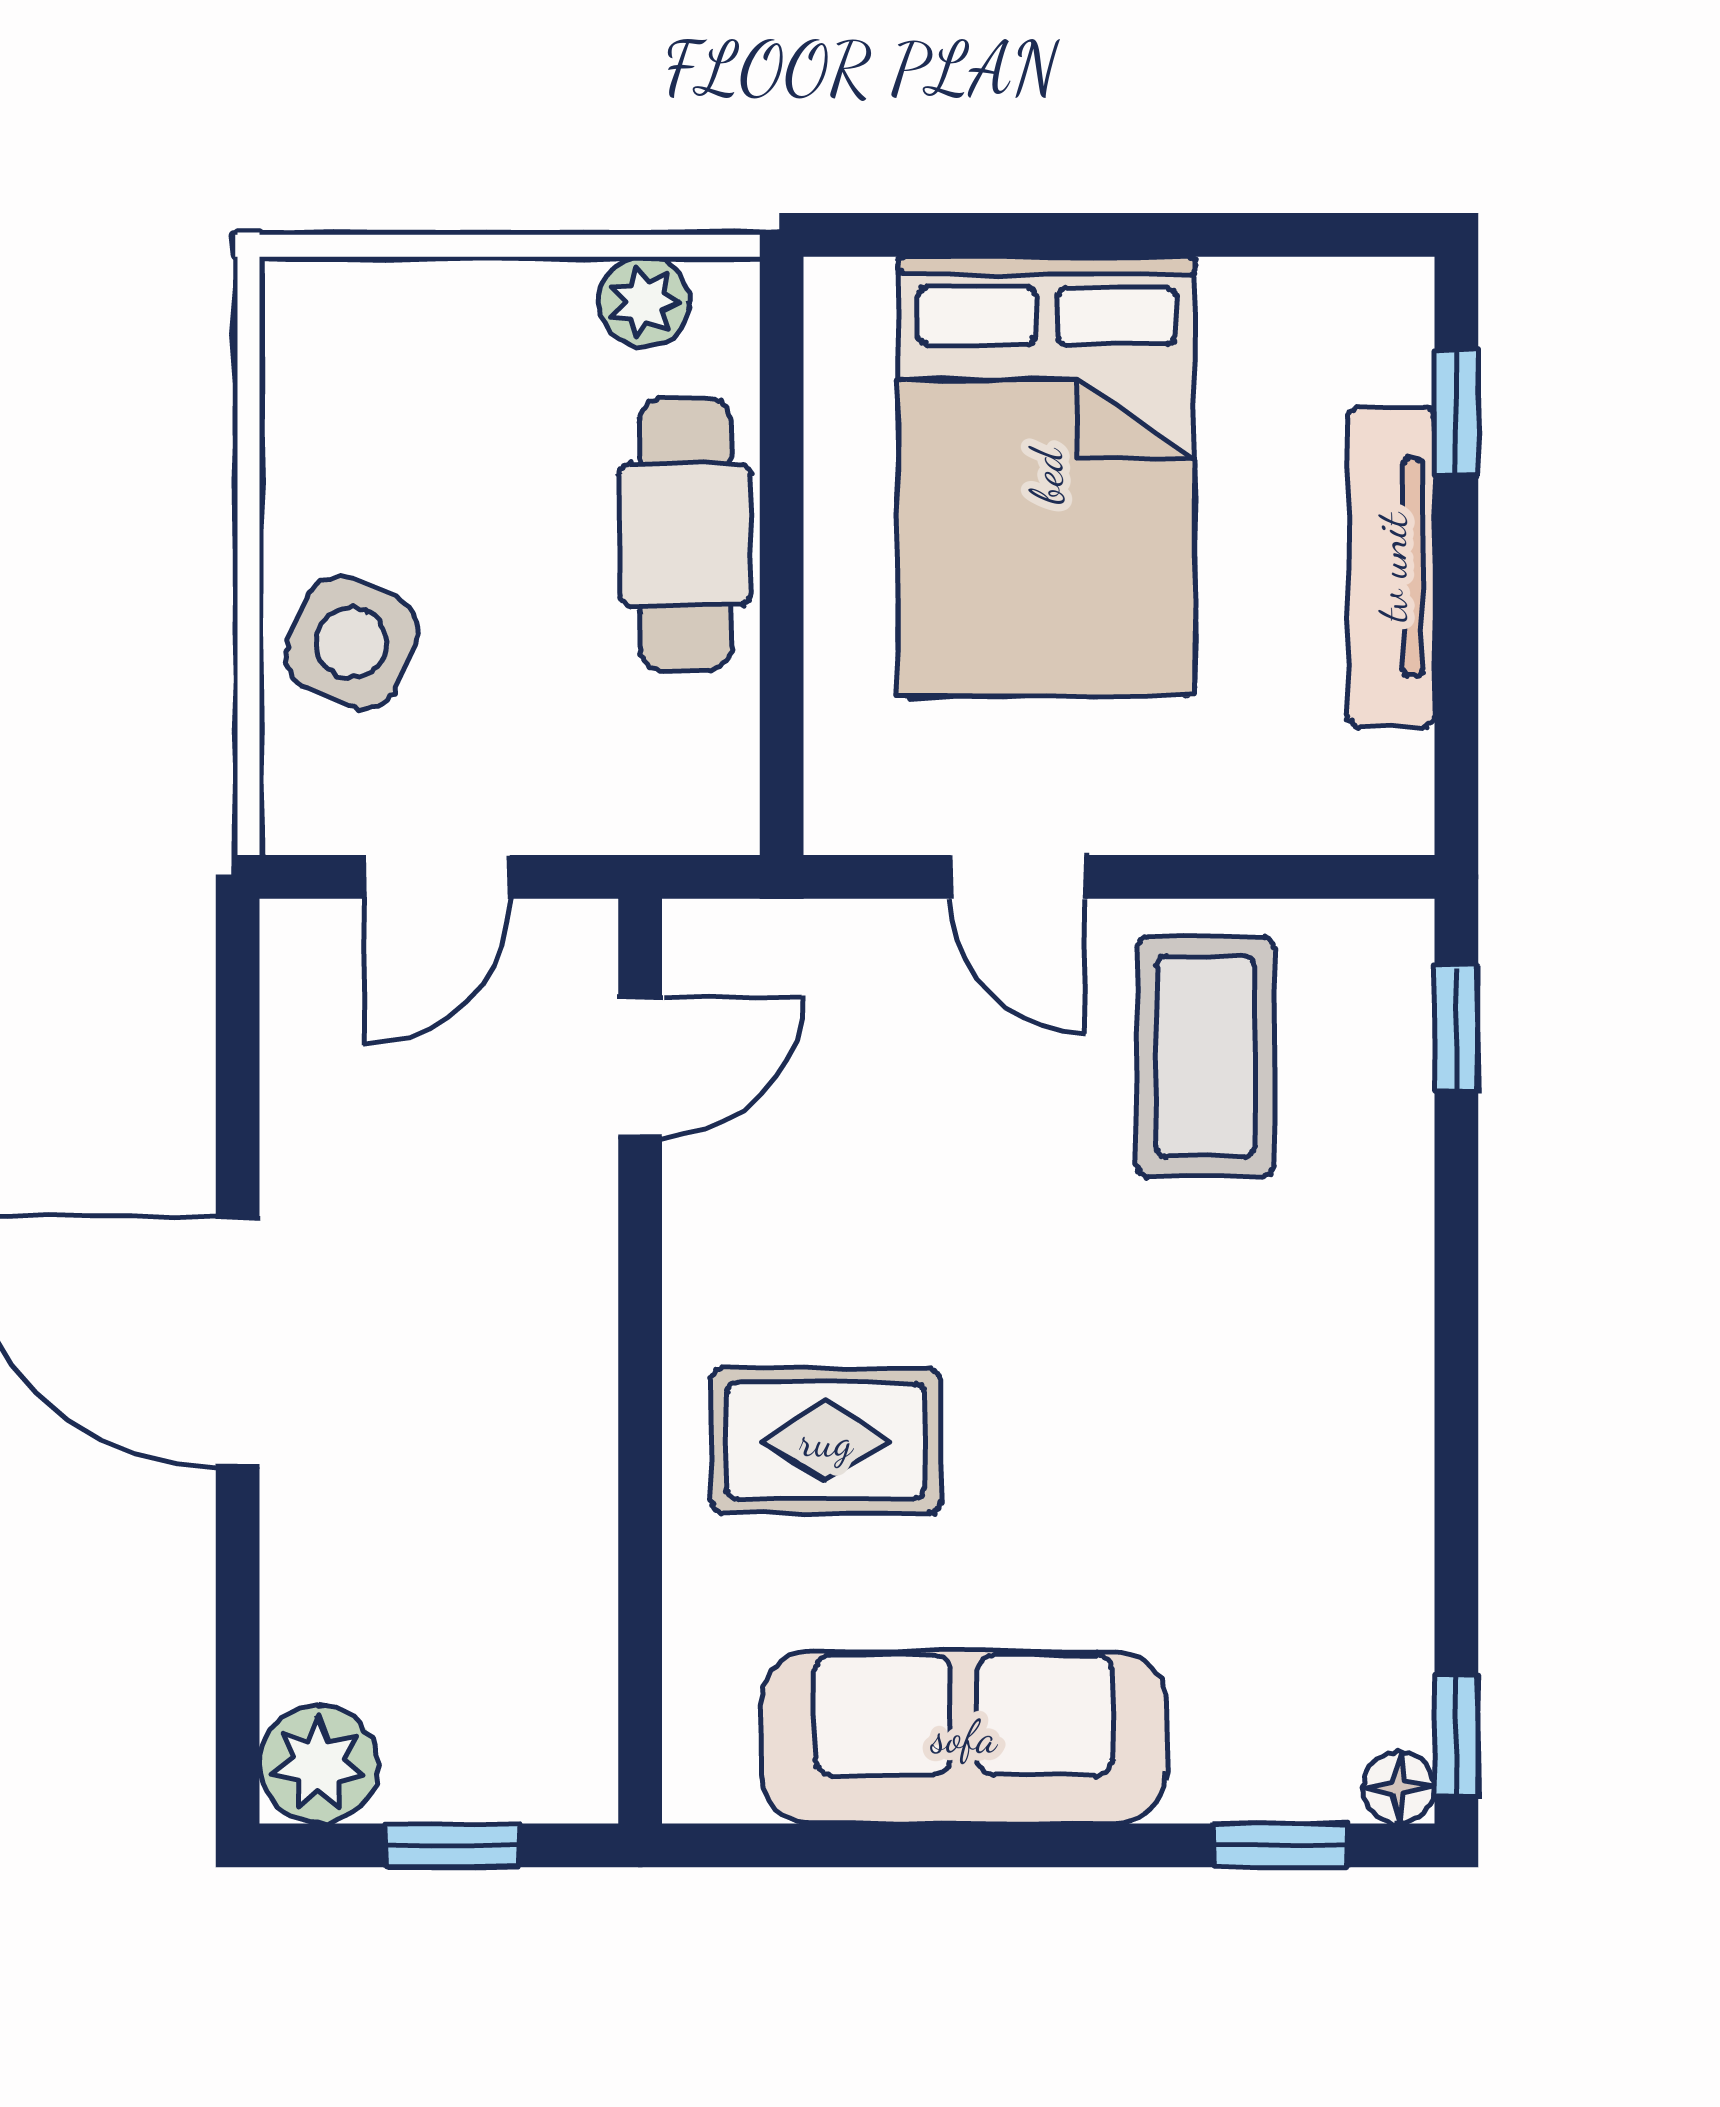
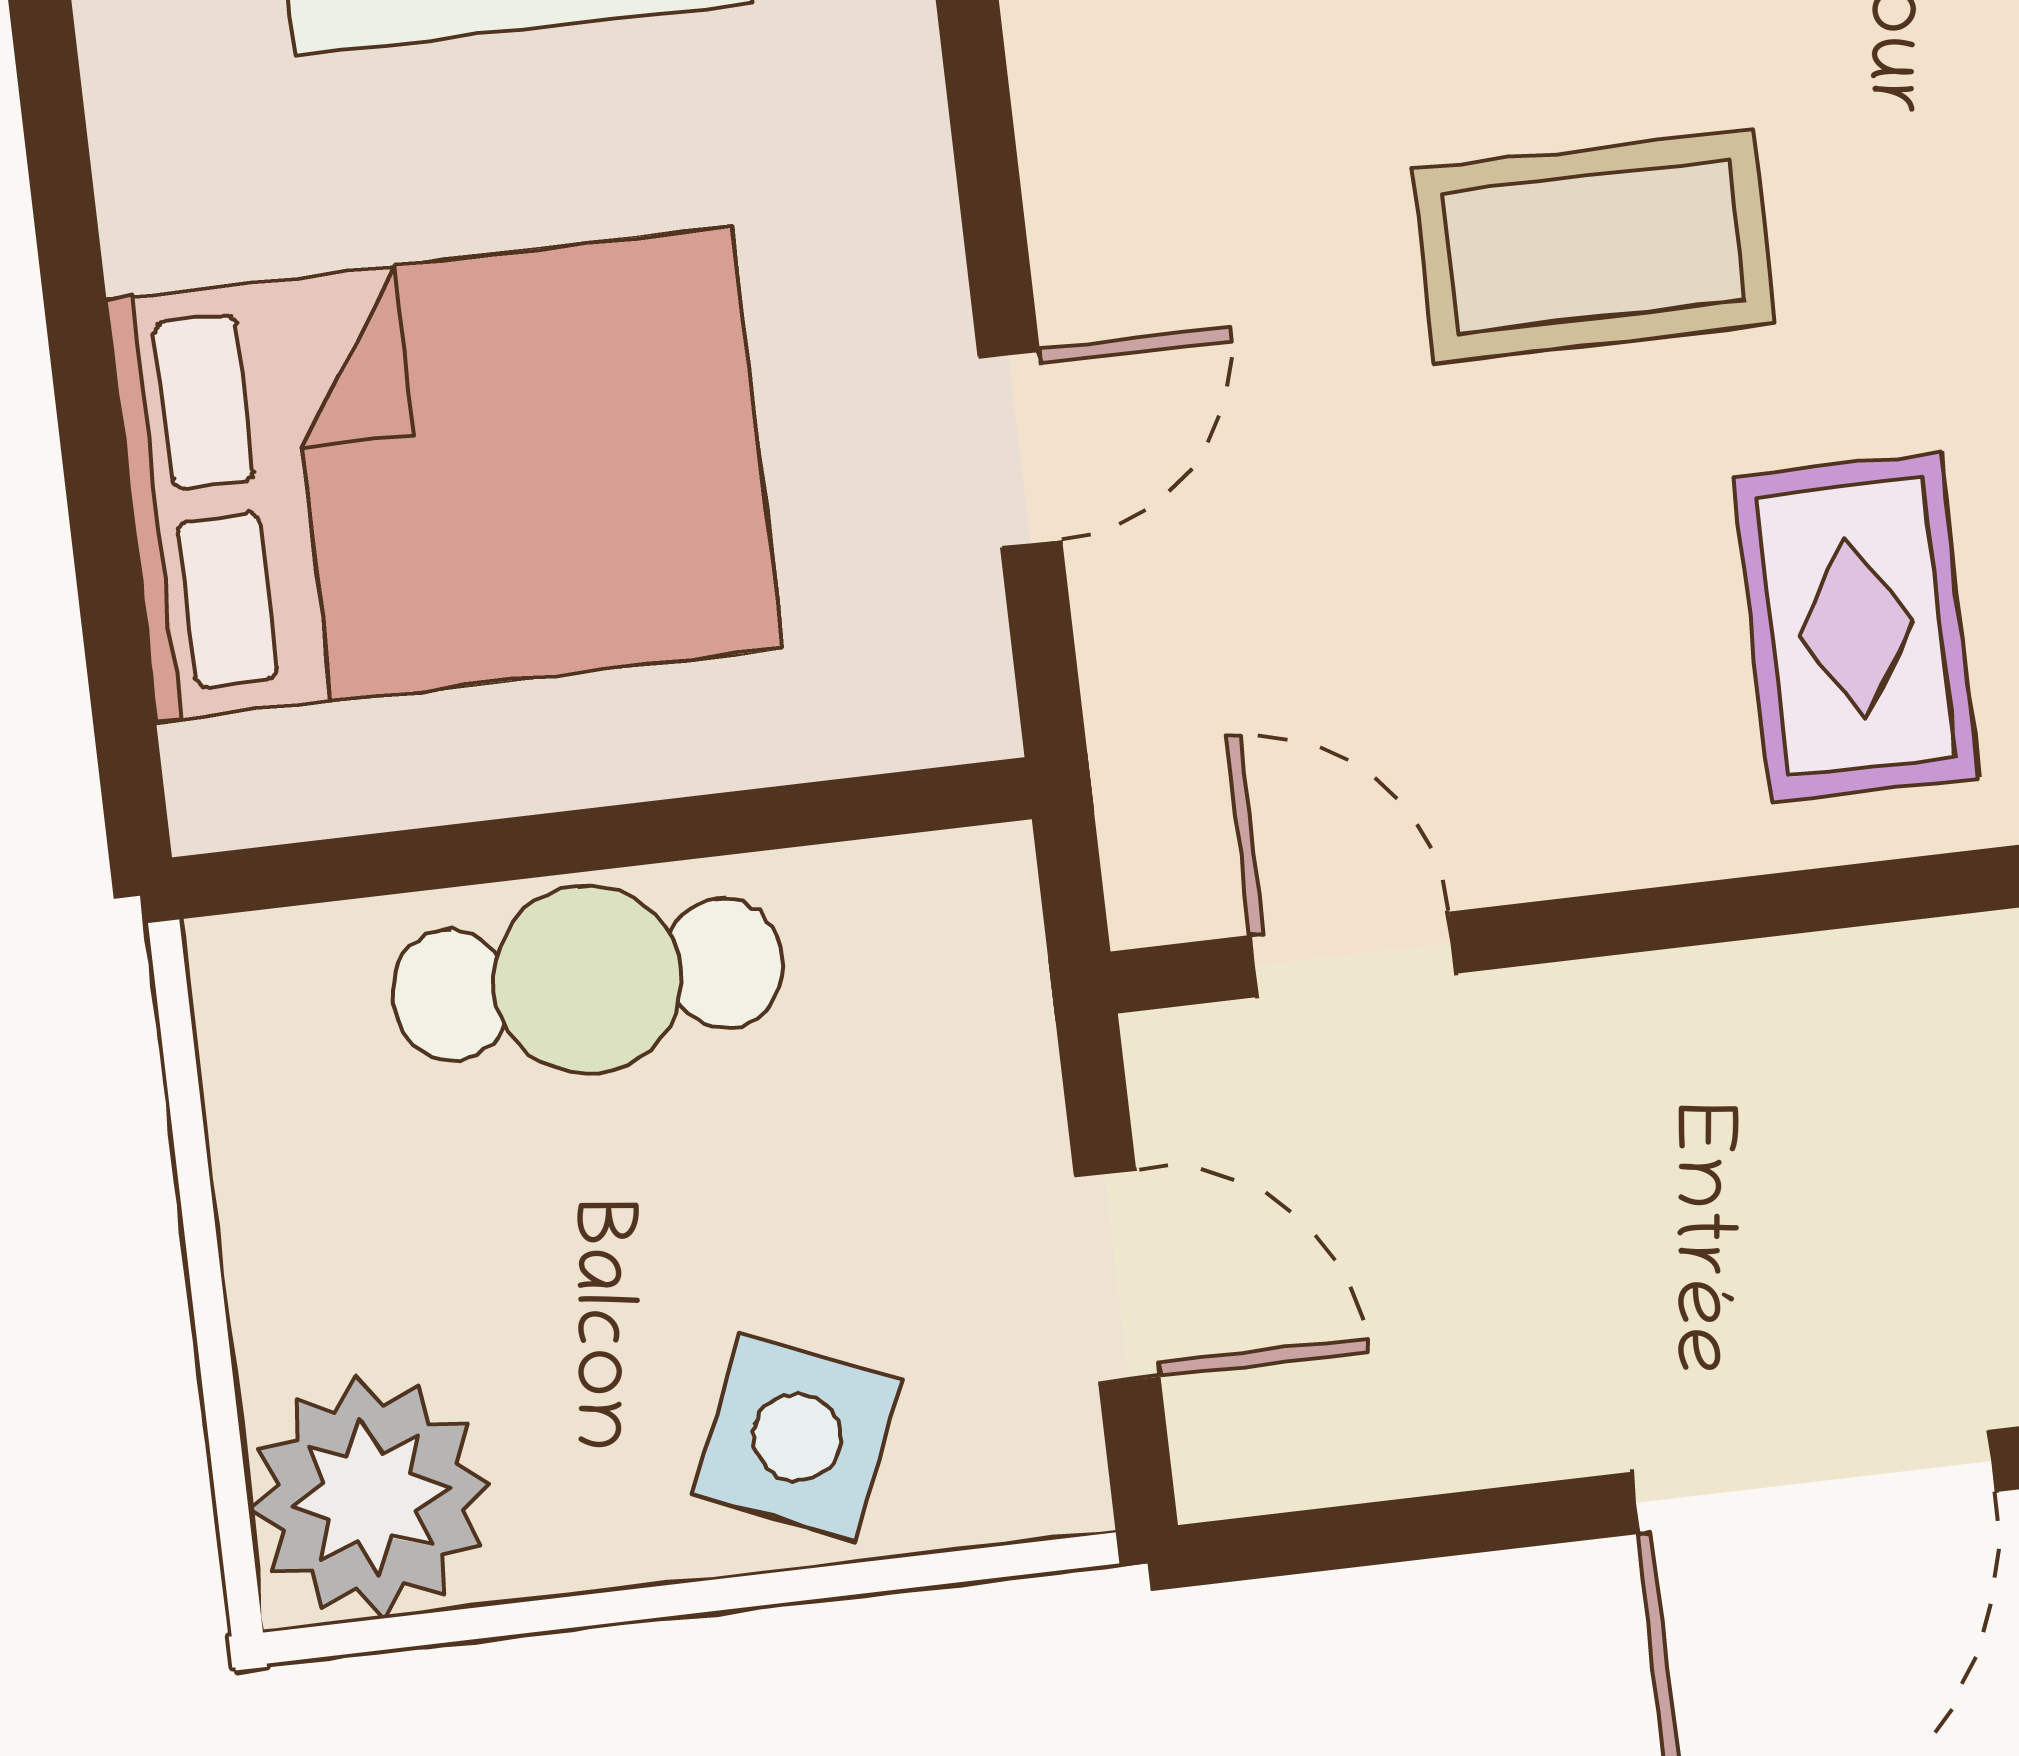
plant: (644, 302) -> (370, 1497), moved, width x1.88, depth x1.88
coffee table: (1205, 1057) -> (1594, 247), moved

